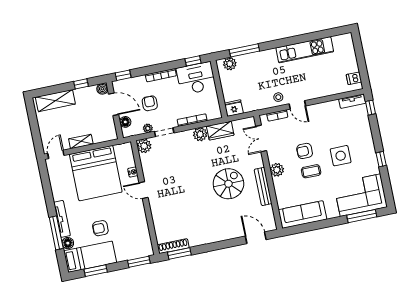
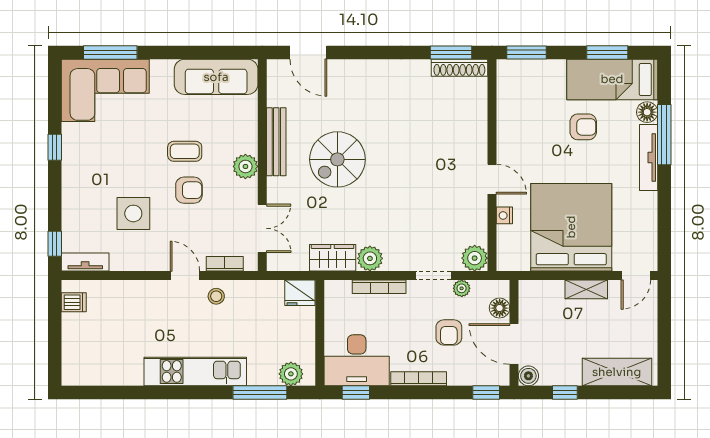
kitchen unit: (305, 50) -> (195, 371), moved
side table: (341, 156) -> (133, 213), moved

